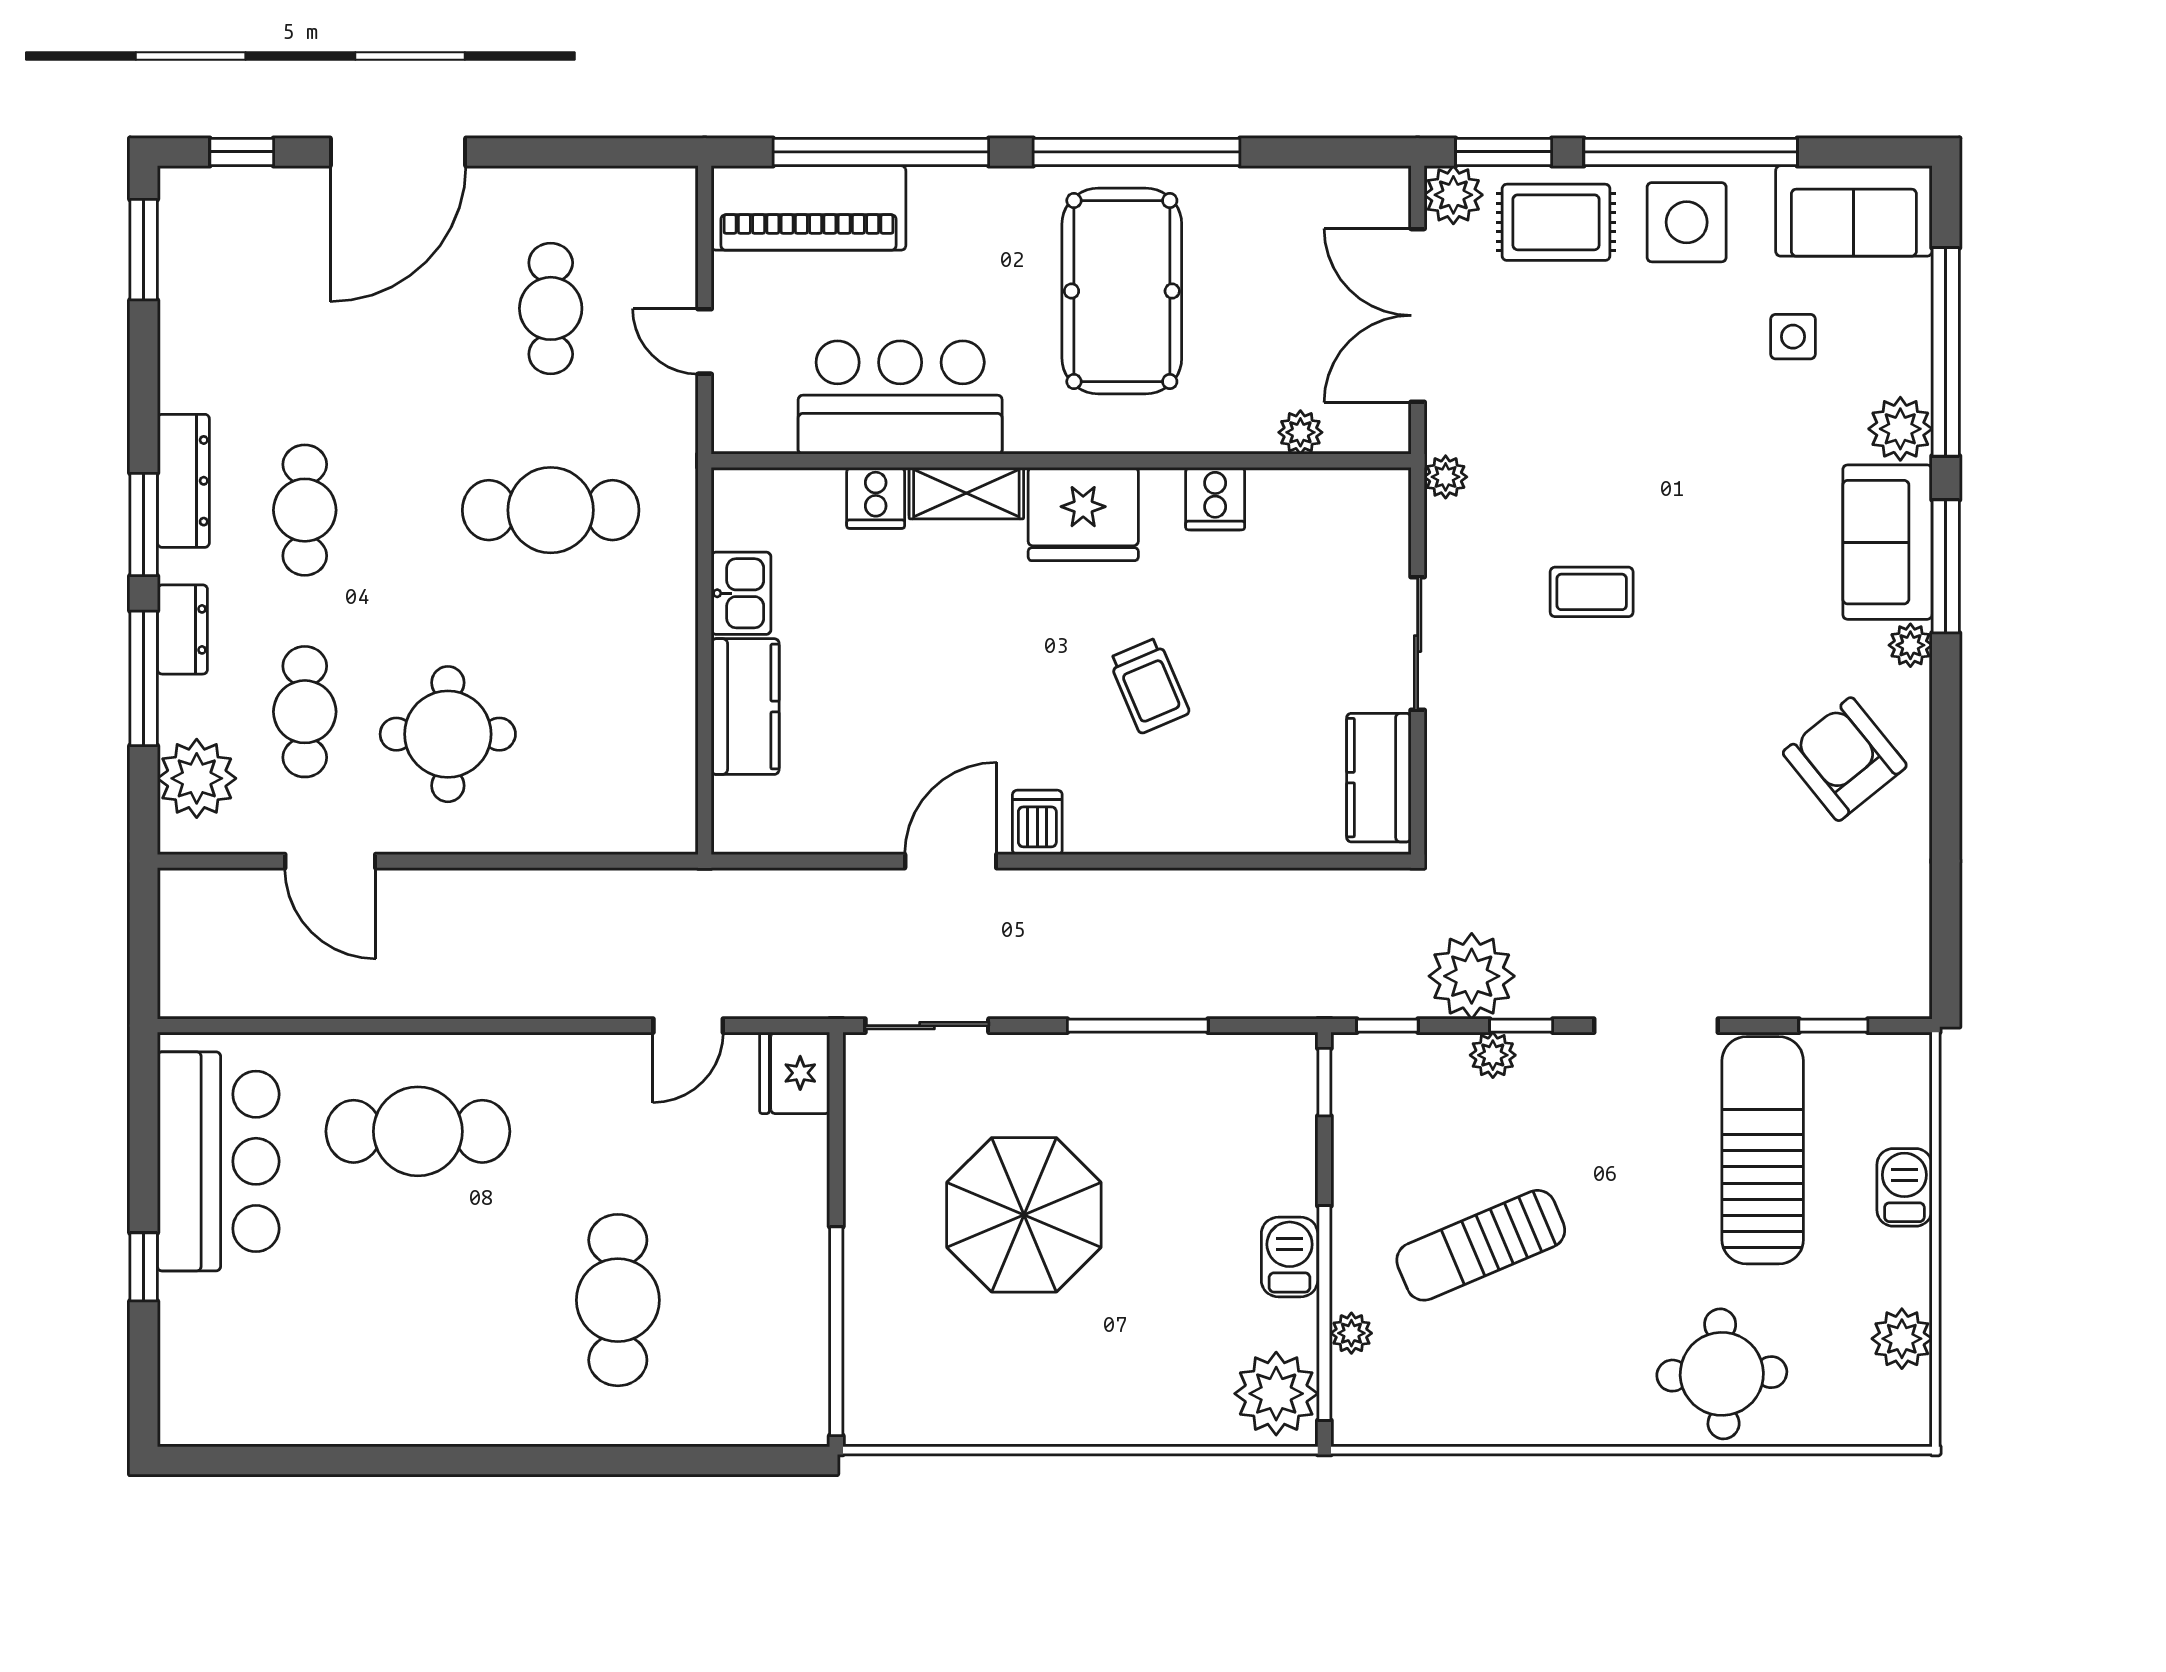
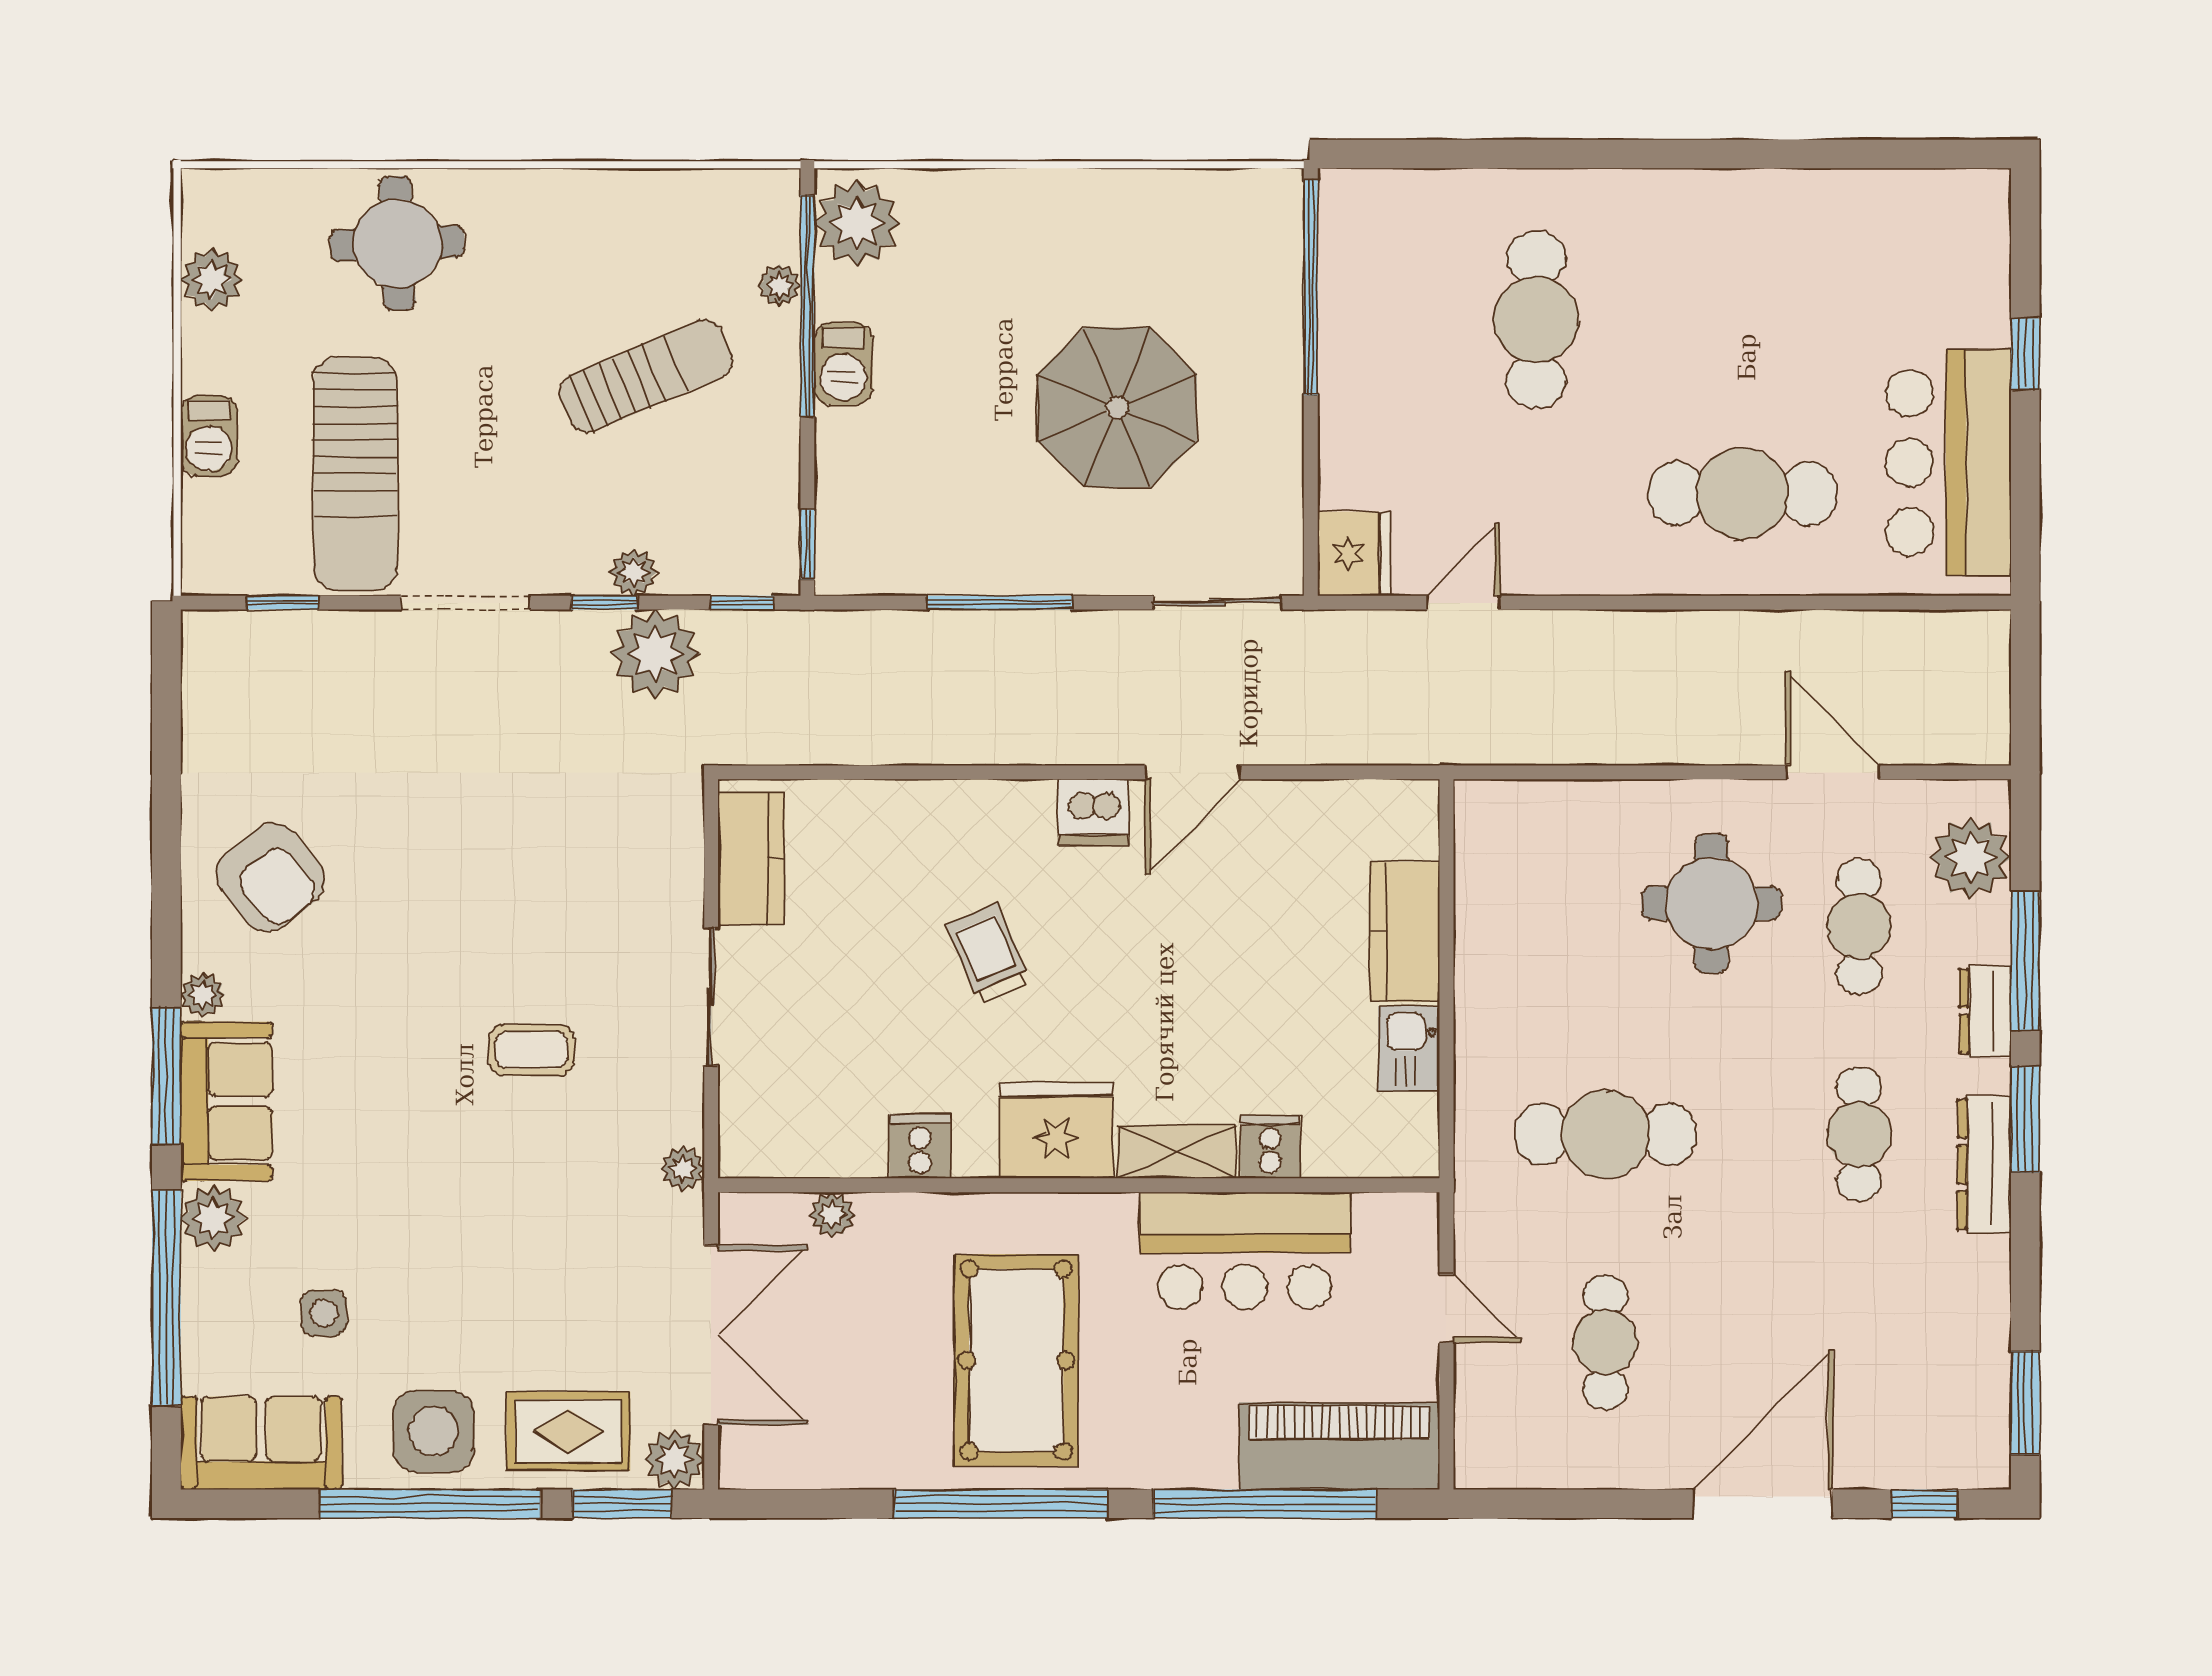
dishwasher: (1037, 822) -> (1094, 812), width x1.38

